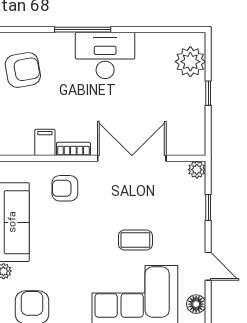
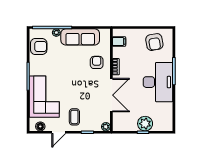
desk: (105, 55) -> (158, 82), width x1.36, depth x1.30
plant: (190, 62) -> (145, 124), moved
filing cabinet: (45, 142) -> (119, 42), moved
coffee table: (135, 240) -> (74, 117), moved

